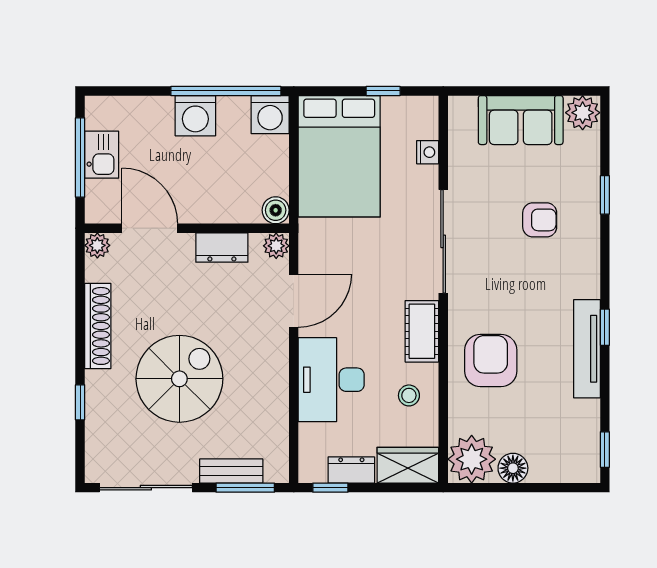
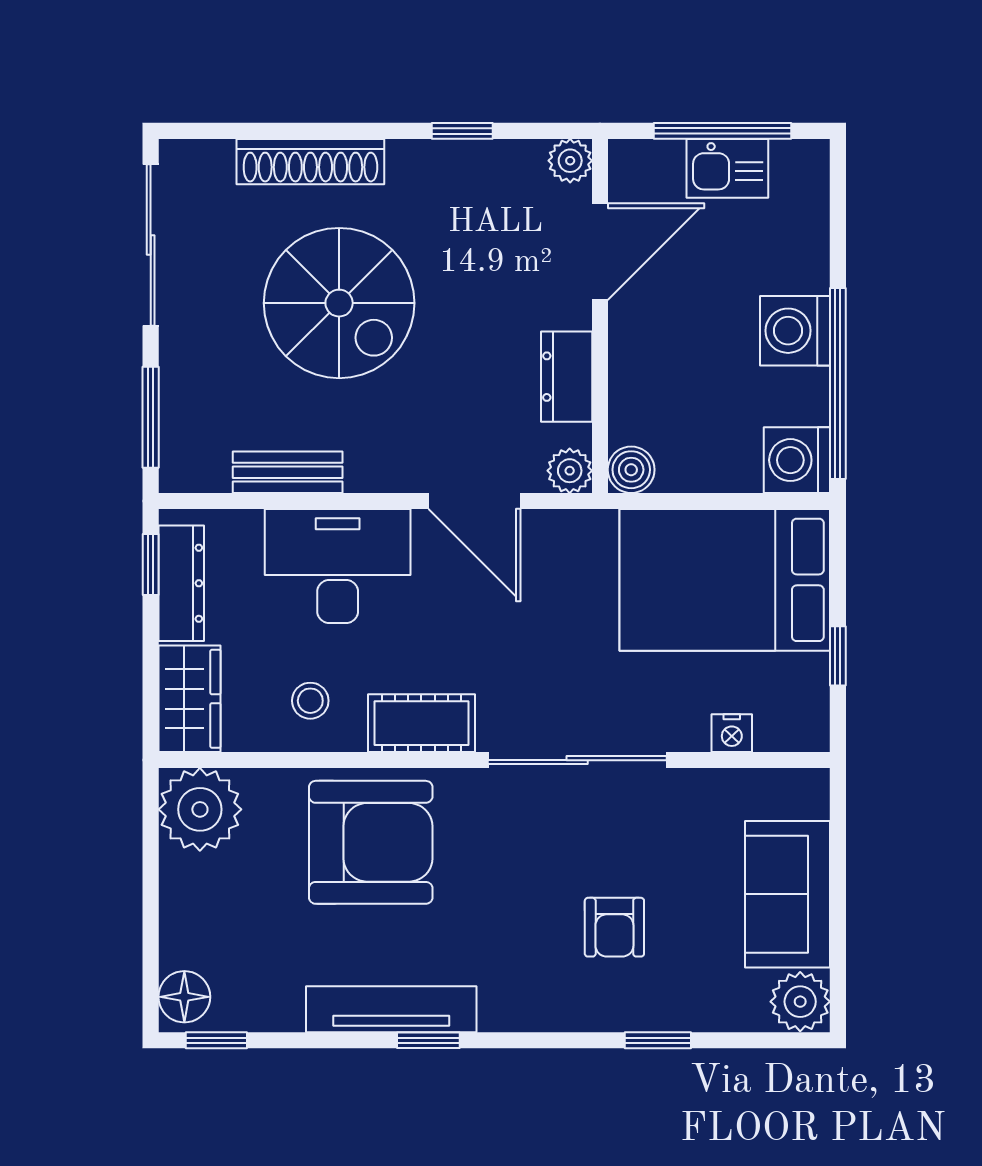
shoe rack: (98, 326) -> (310, 162), moved
armchair: (491, 361) -> (371, 842), width x1.36, depth x1.36
window: (80, 402) -> (462, 131), moved
floor lamp: (513, 468) -> (184, 997), moved
dresser: (351, 470) -> (181, 583), width x1.44
bench: (231, 471) -> (288, 472), moved, turned 90

